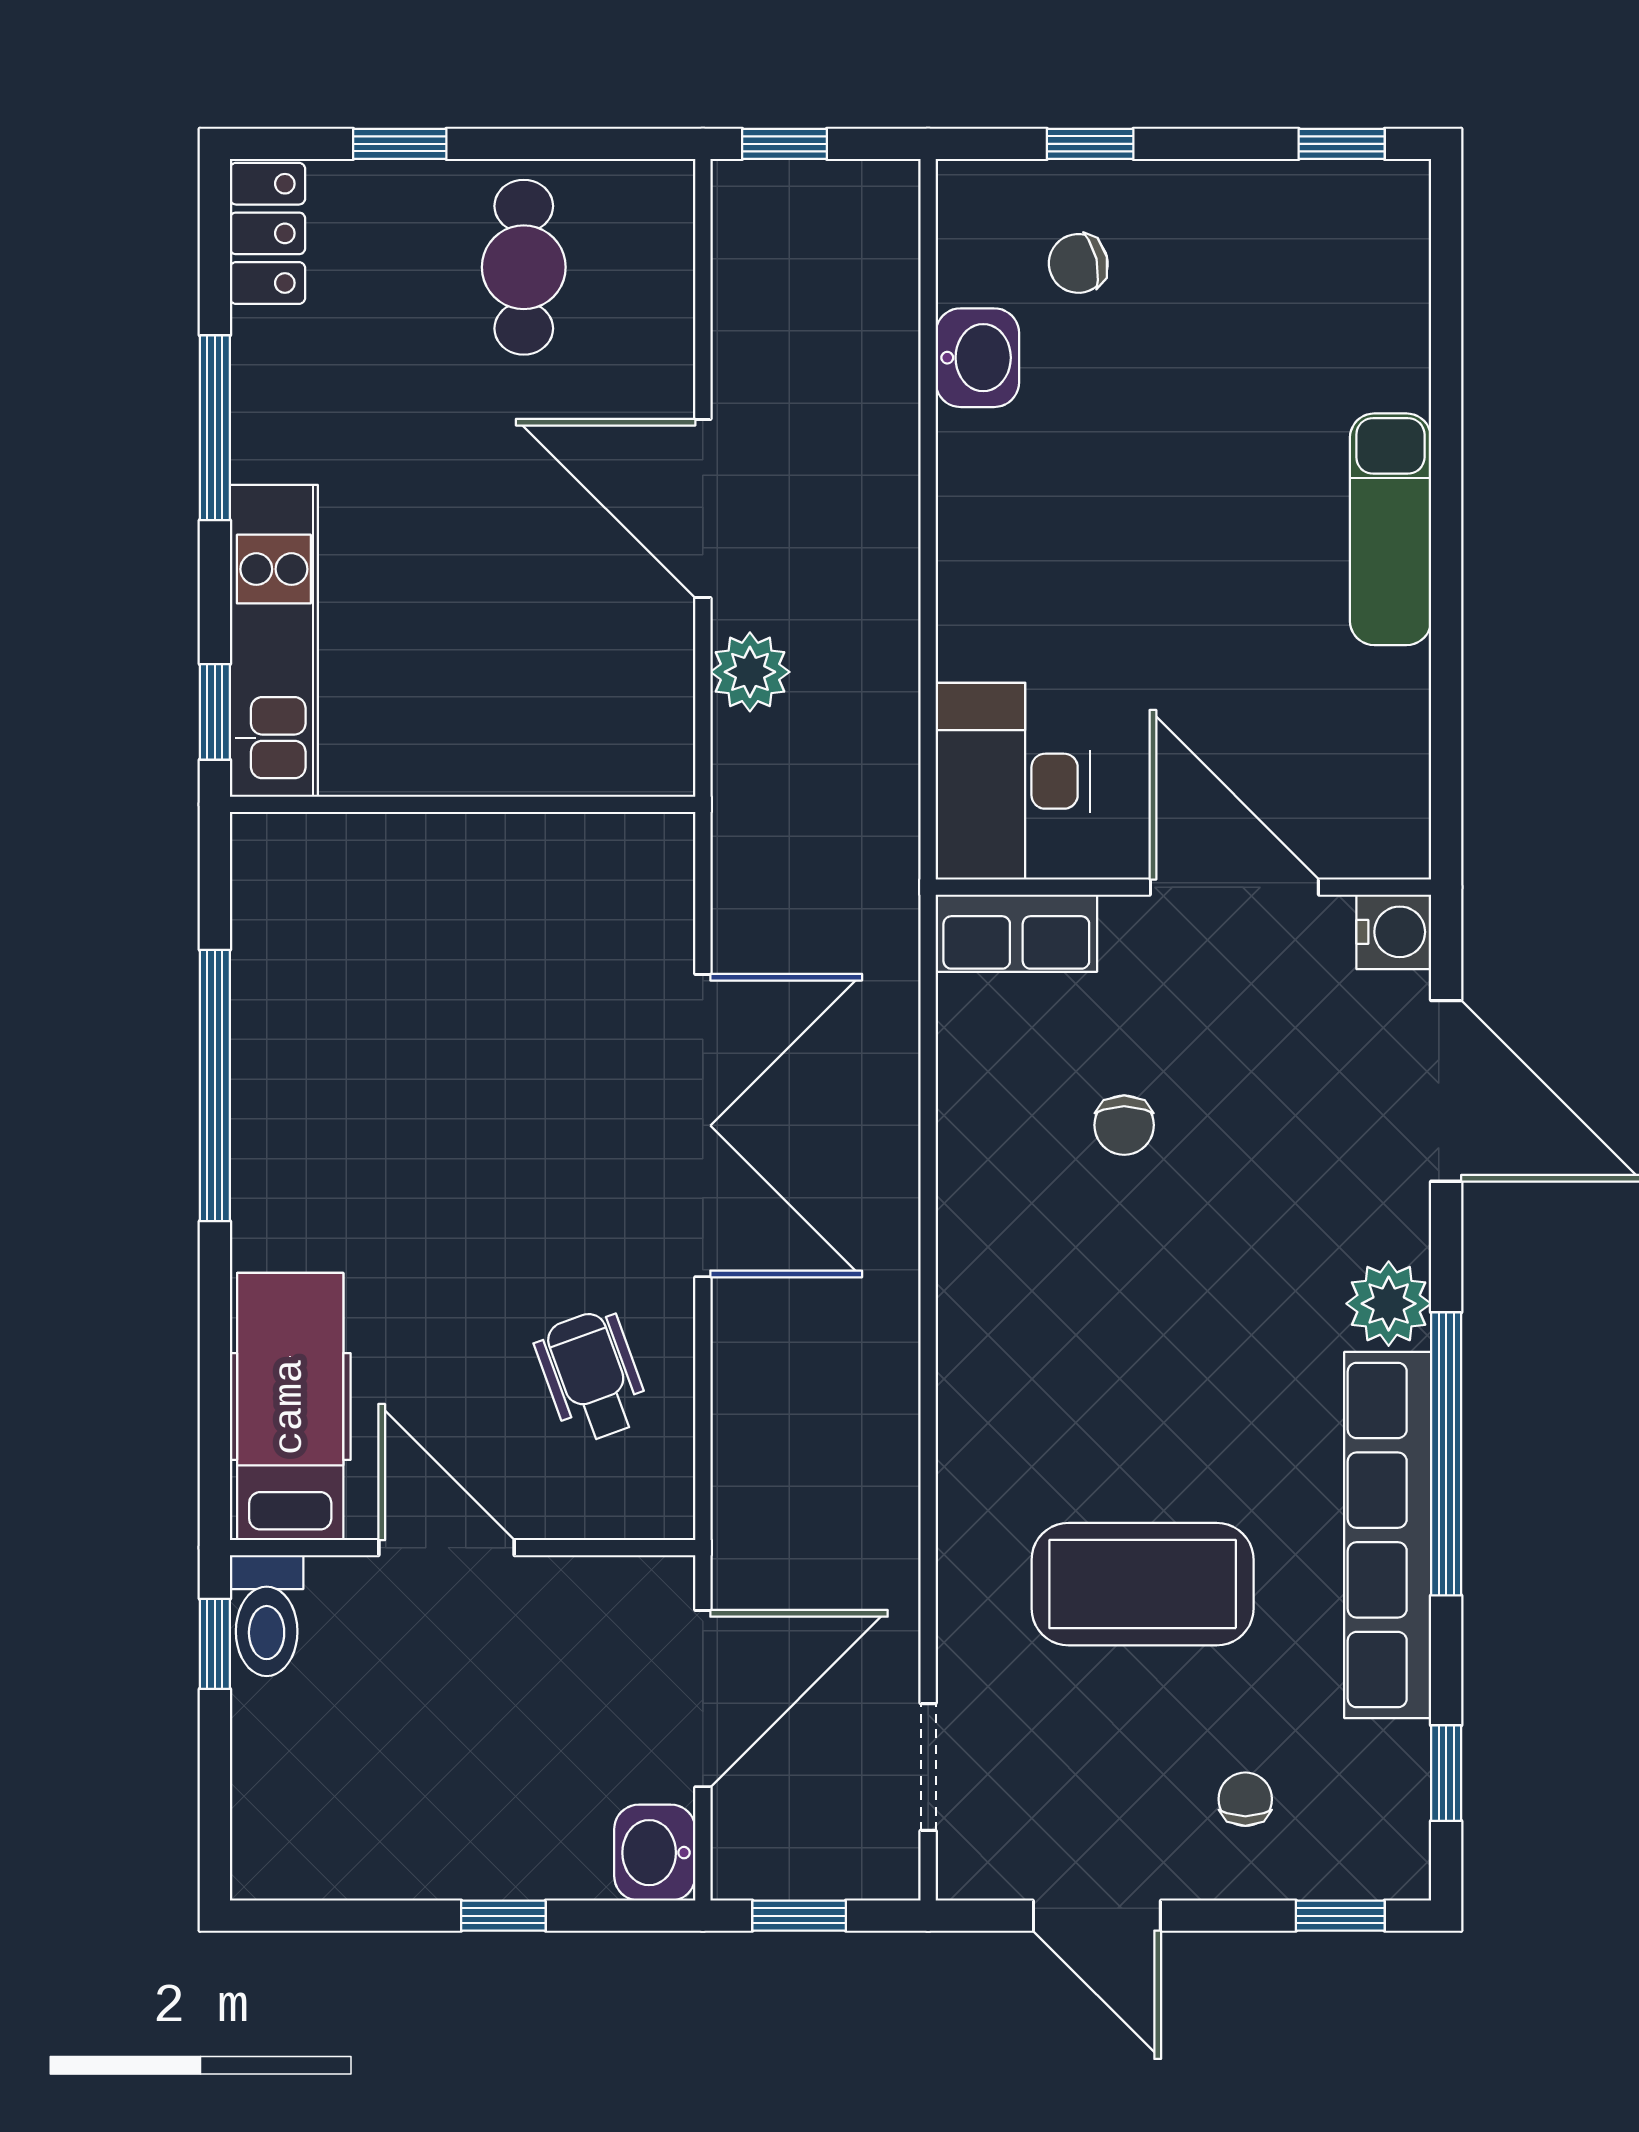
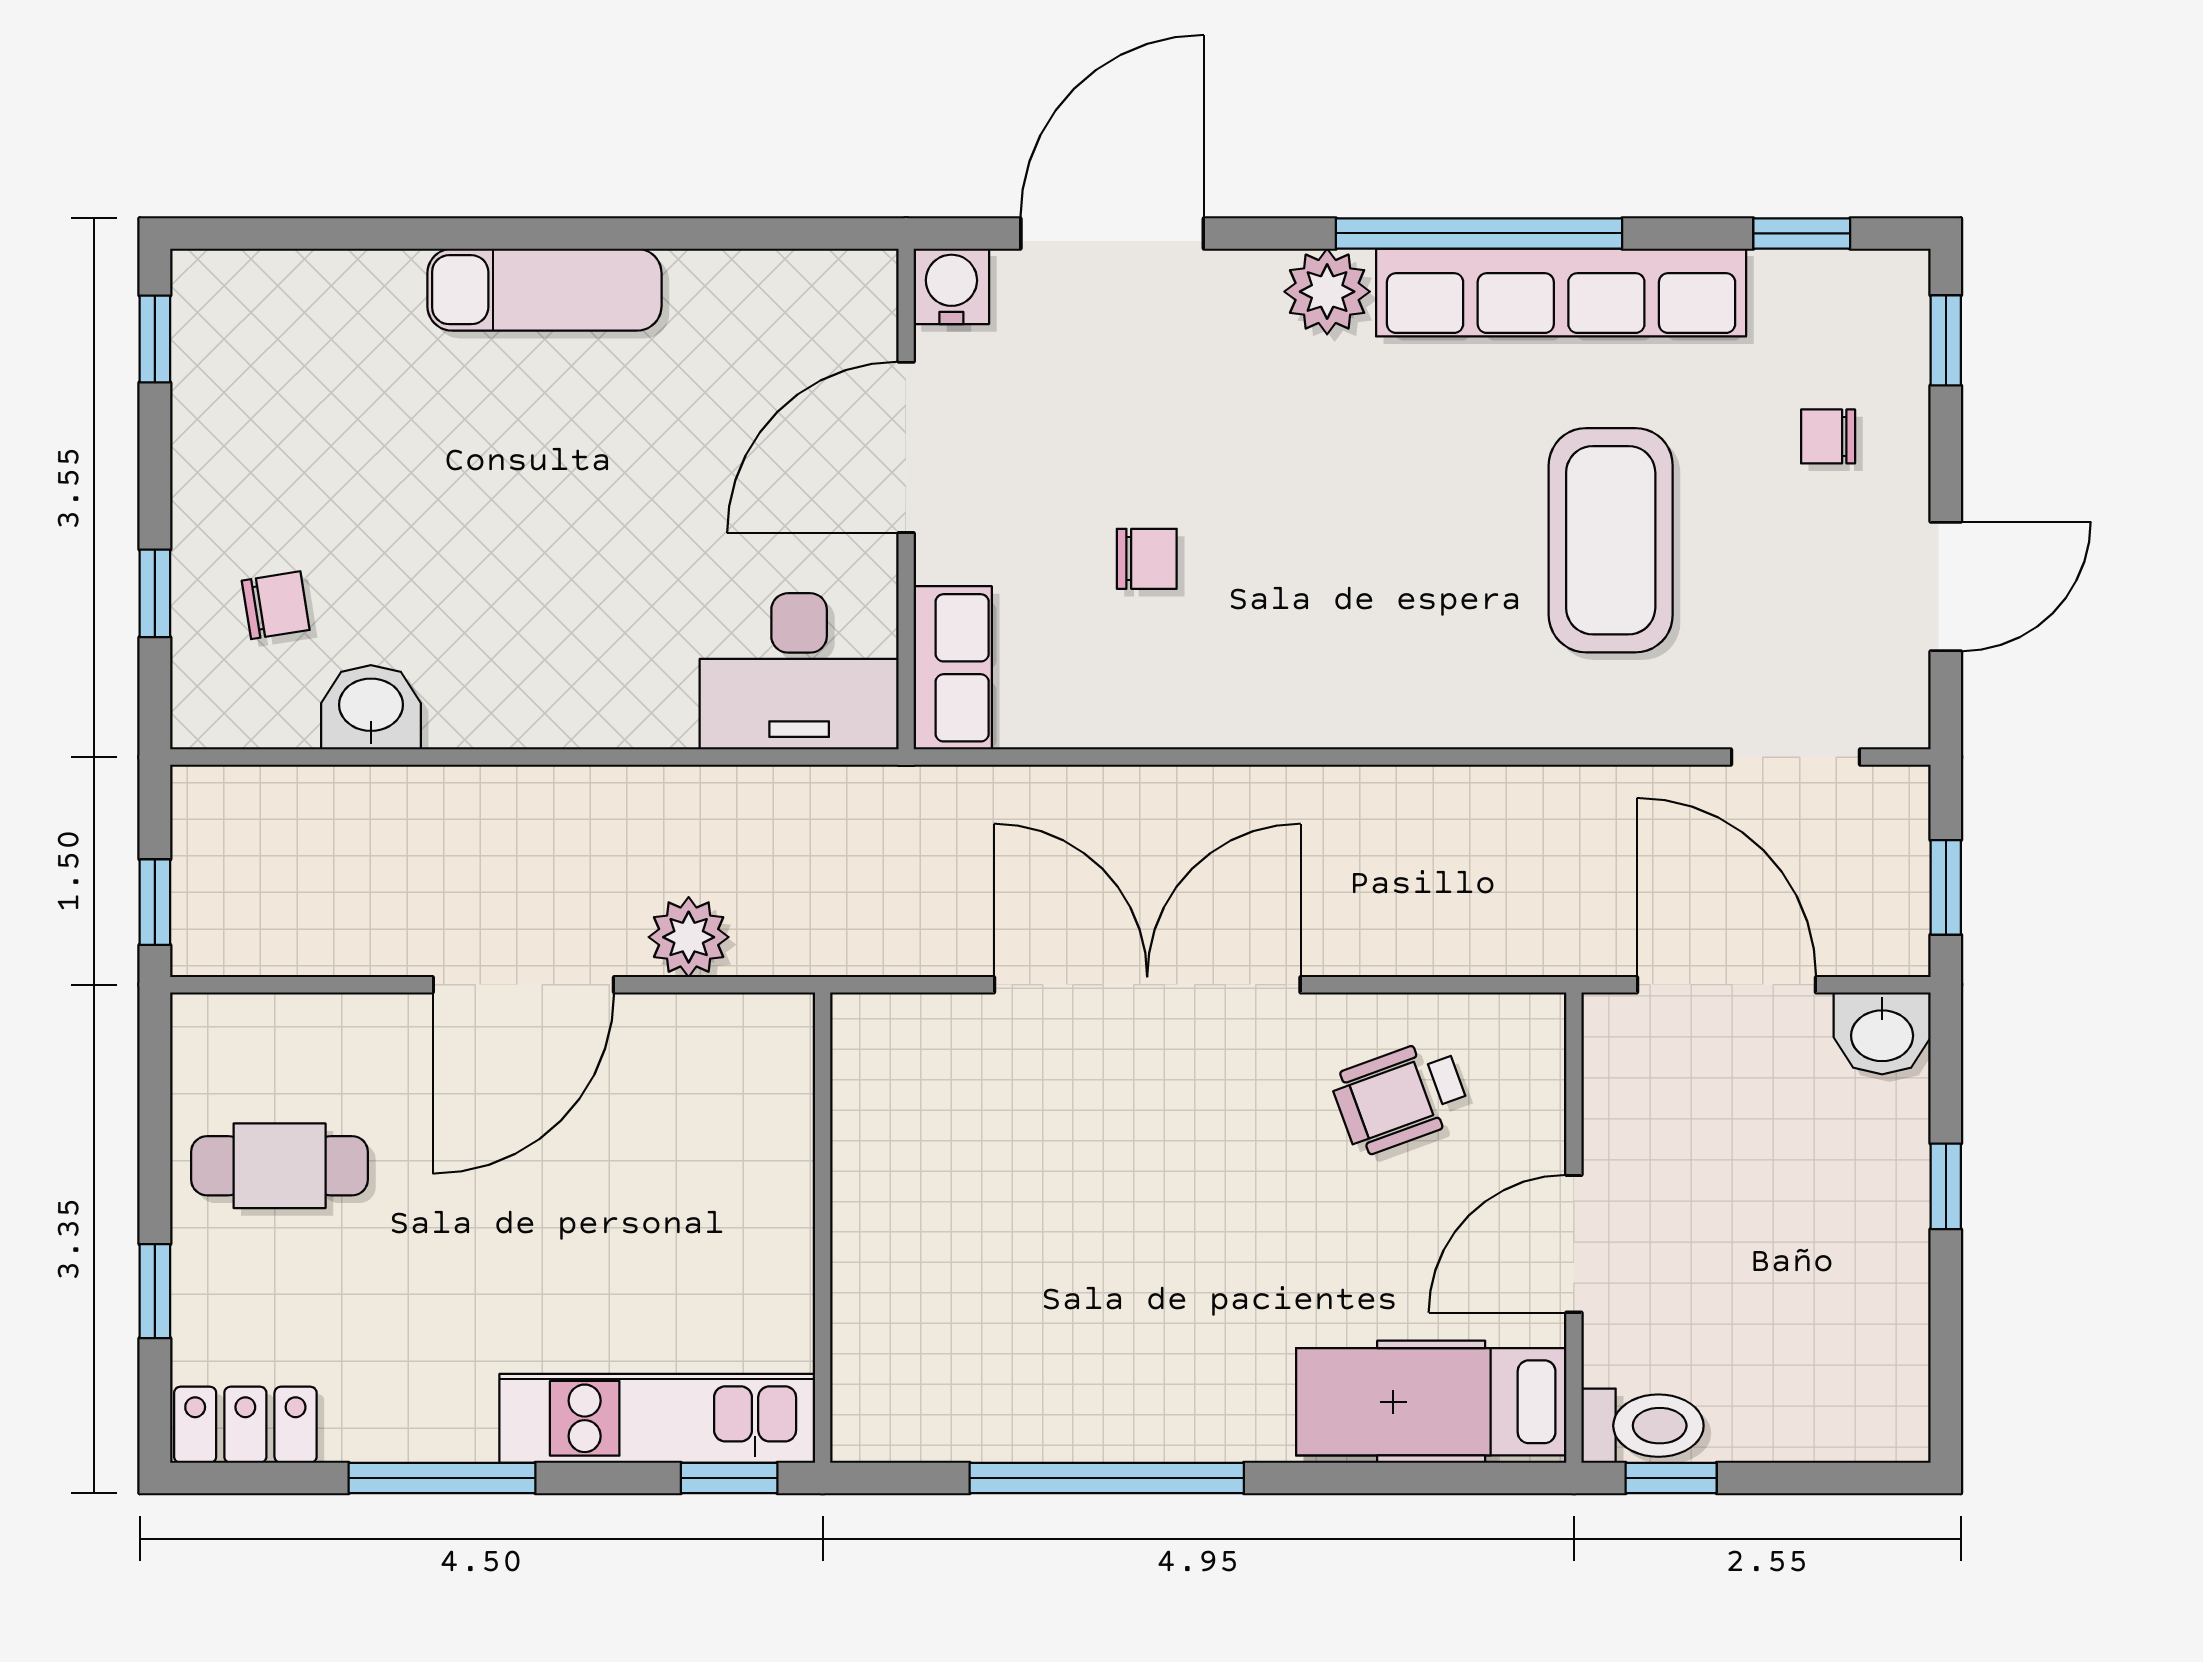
chair: (1078, 263) -> (276, 605), turned -86

